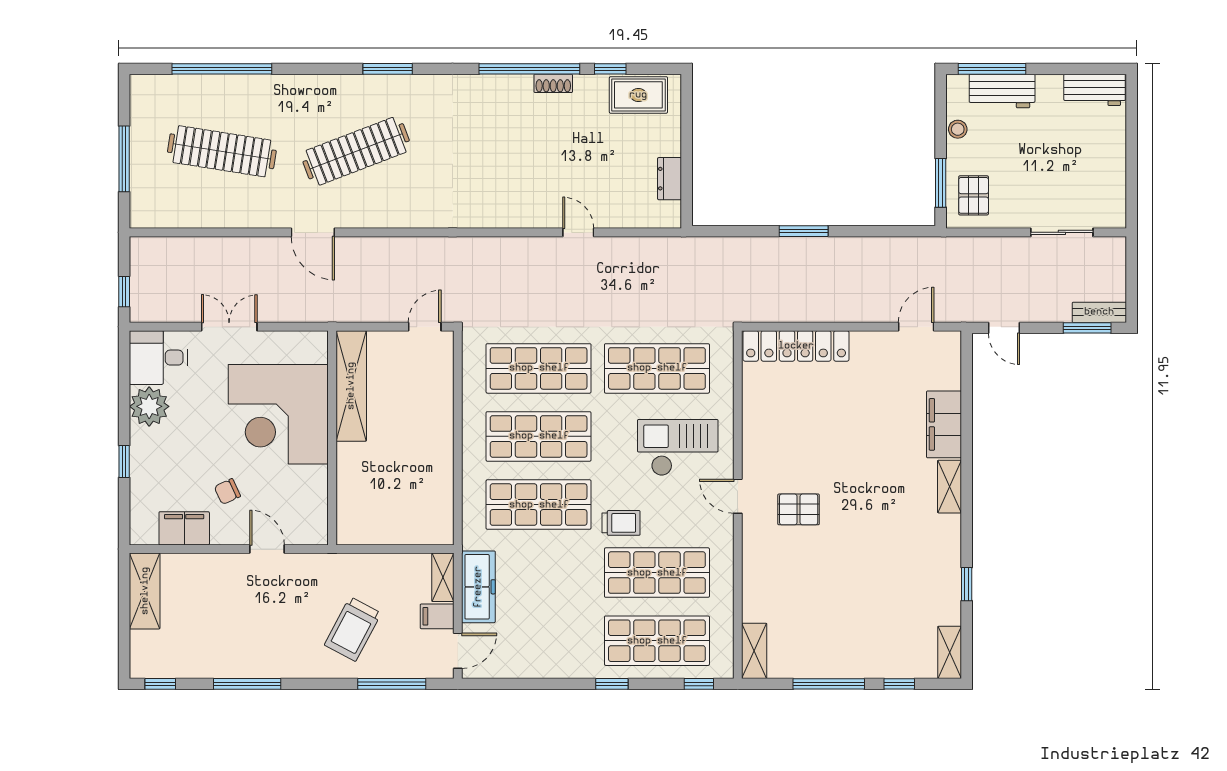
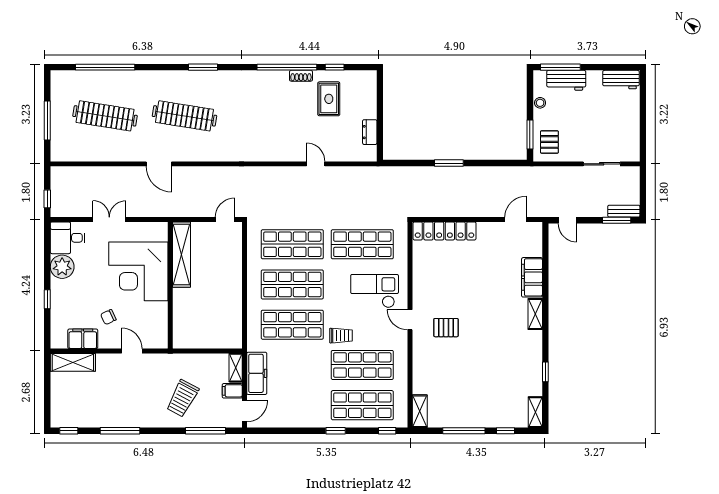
rug: (638, 95) -> (329, 99), moved, turned 90
clothes rail: (356, 151) -> (184, 116), turned 30
shelving: (145, 591) -> (73, 362), moved, turned 90

